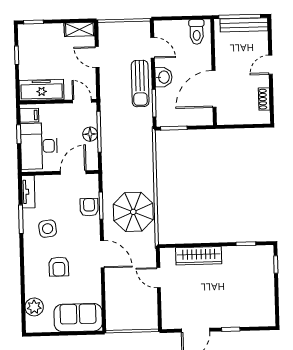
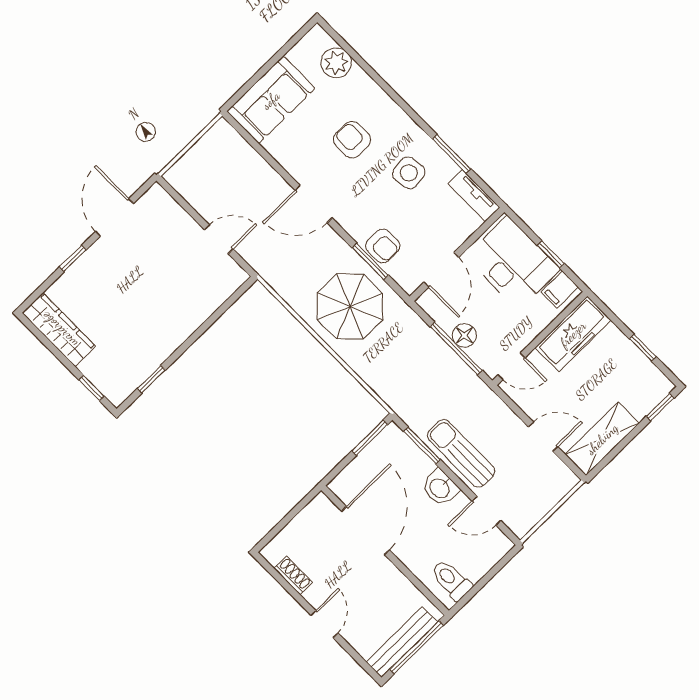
shelving: (79, 29) -> (602, 439), width x1.50, depth x1.33
parasol: (133, 212) -> (350, 306), moved
wardrobe: (199, 256) -> (59, 330), moved, turned 90

